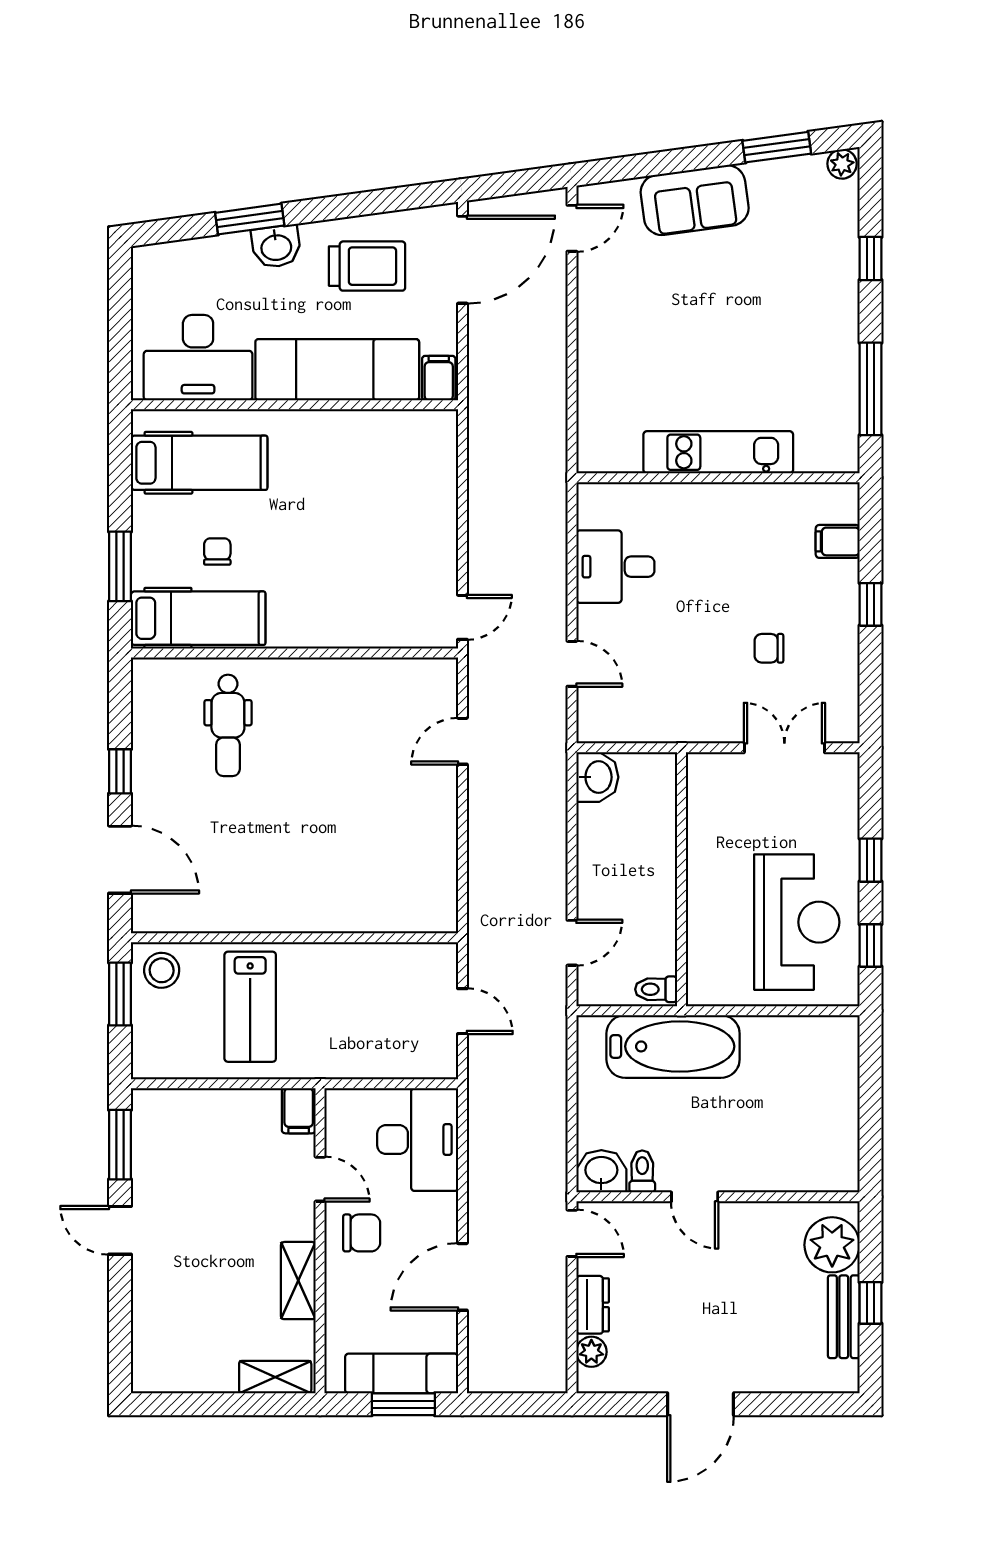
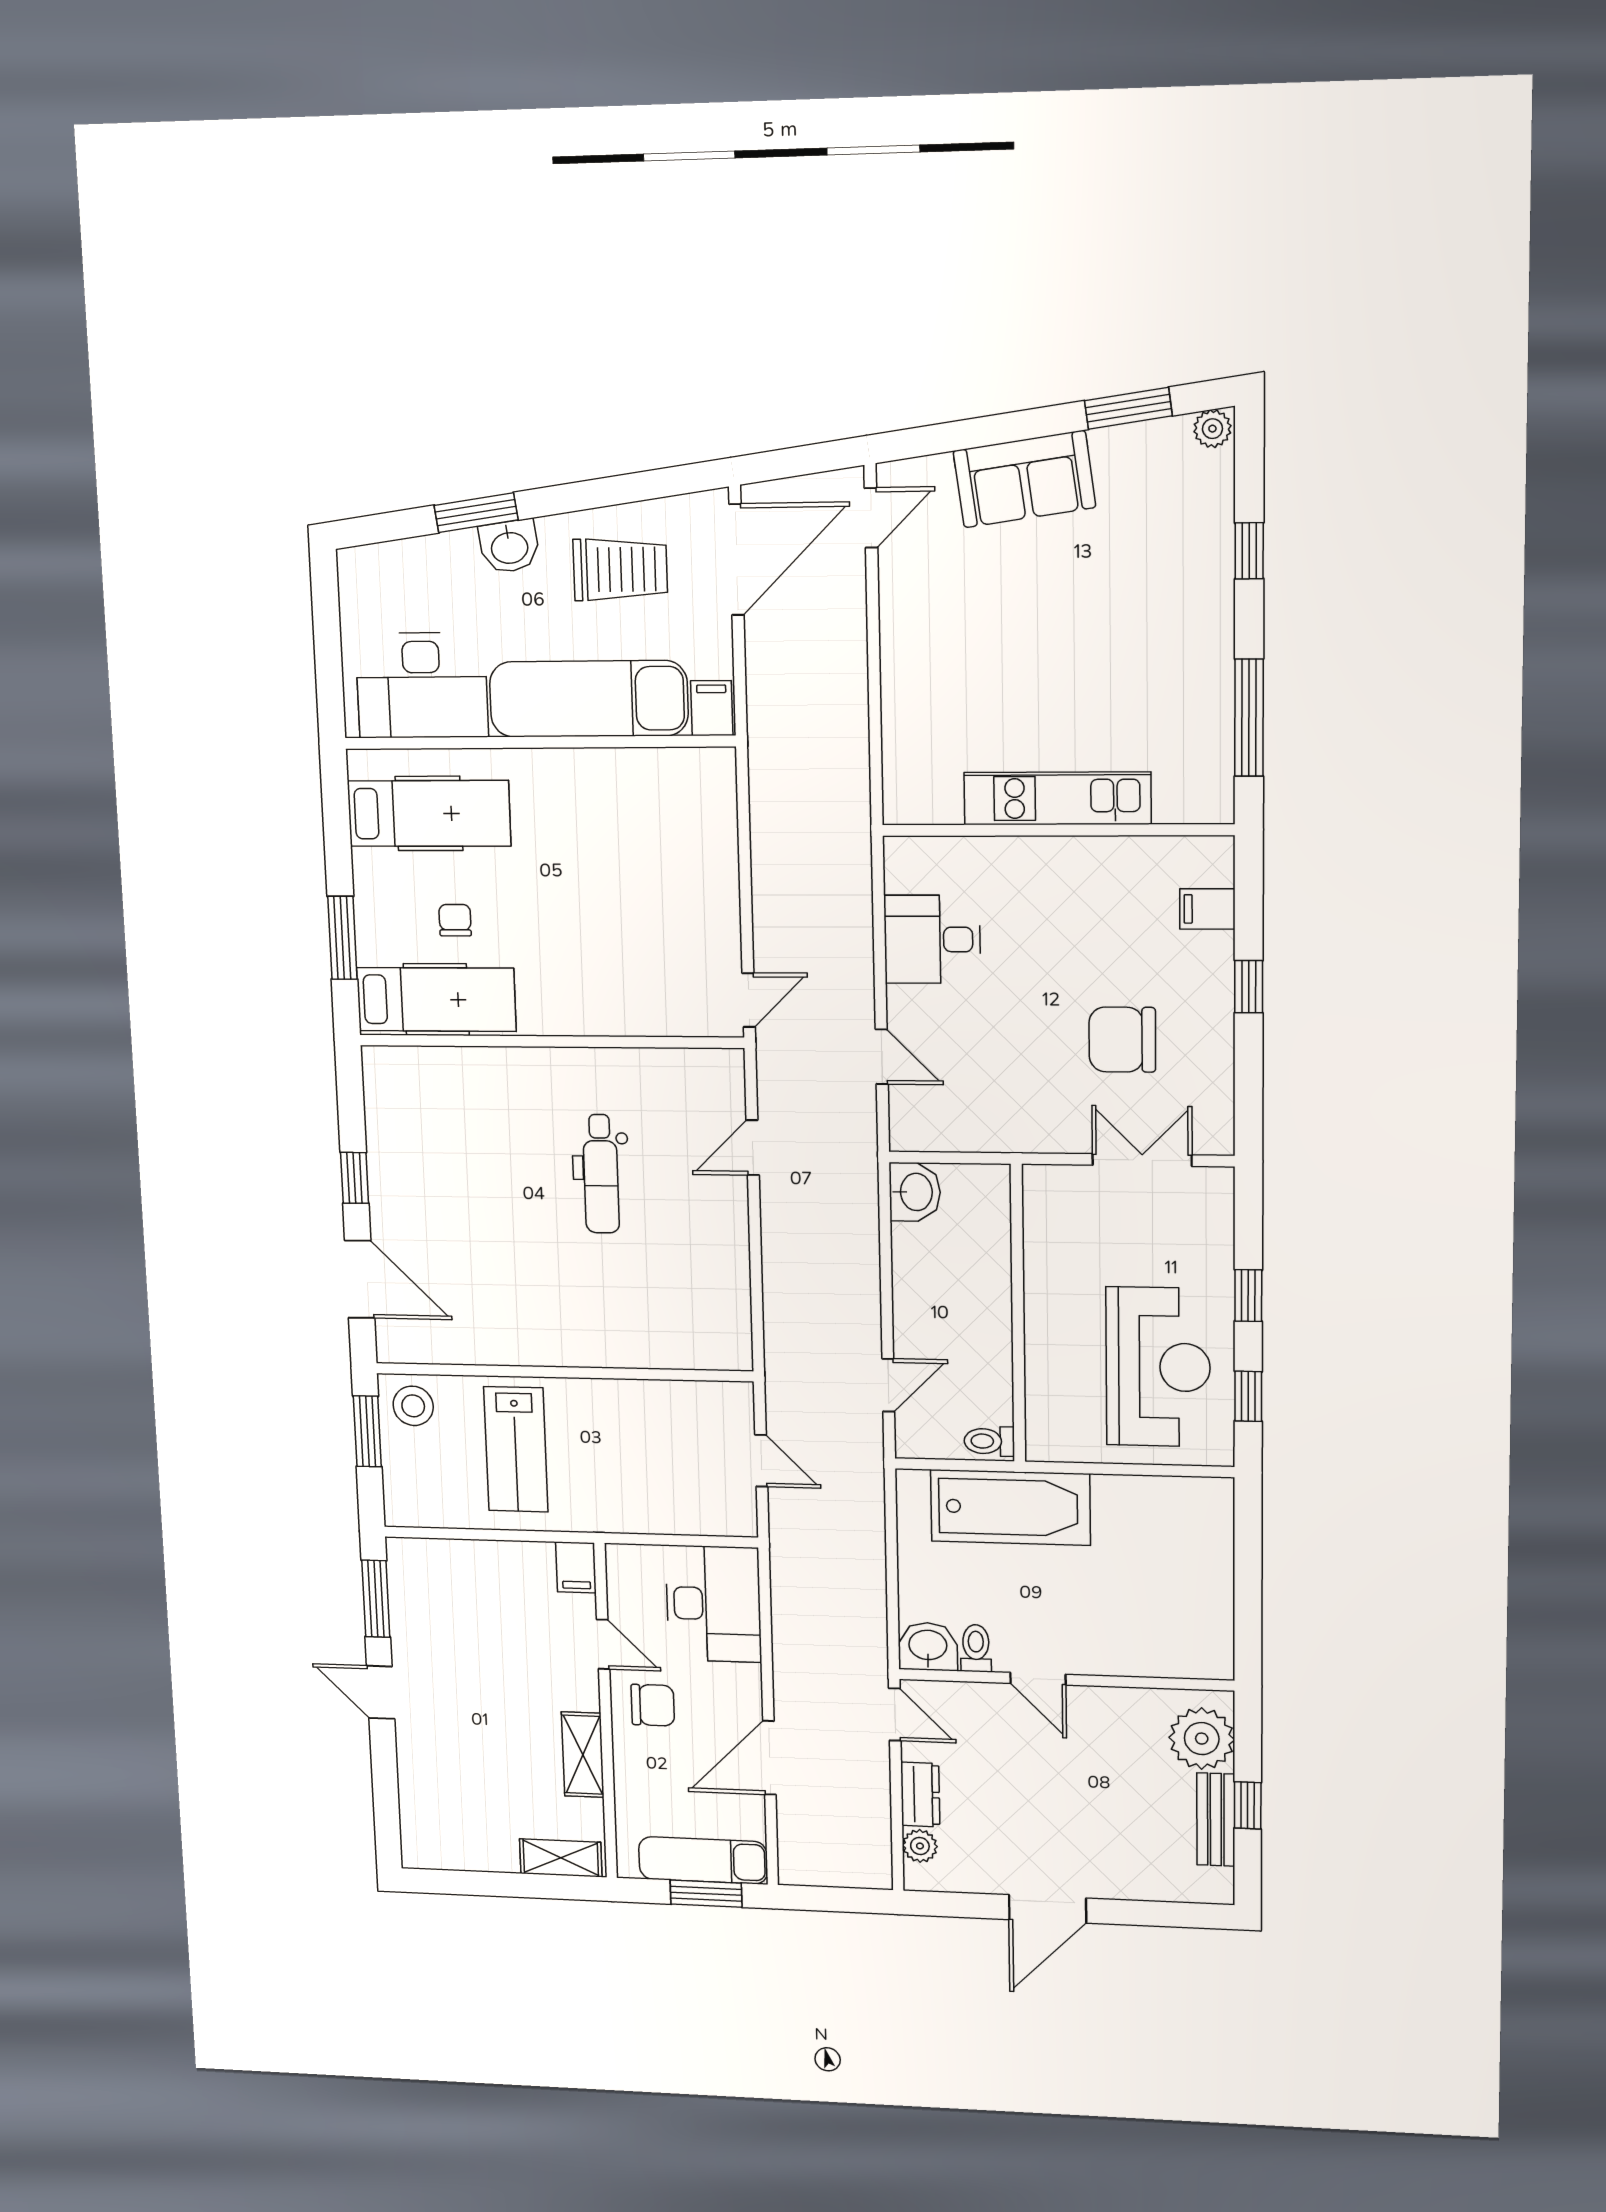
chair: (769, 648) -> (1122, 1040), width x1.87, depth x1.87
dental chair: (228, 725) -> (601, 1174), moved

